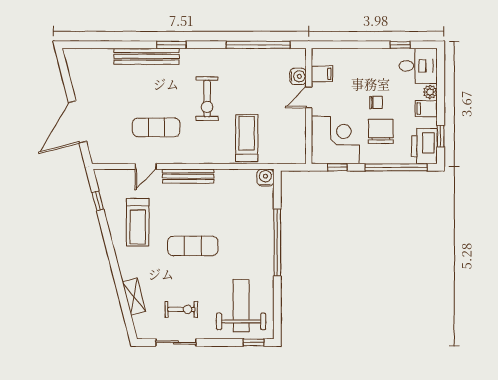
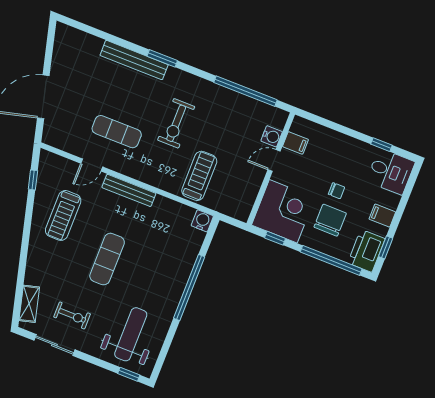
plant: (430, 92) -> (392, 201), removed
exercise mat: (193, 246) -> (107, 259), turned 90
shelving: (134, 297) -> (29, 304), moved

